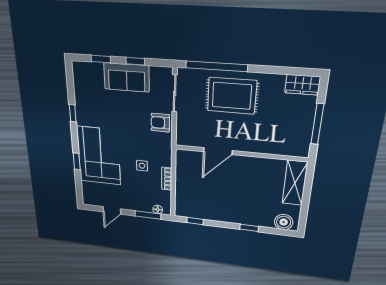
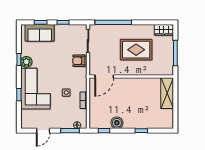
sofa: (126, 77) -> (40, 33), moved
rug: (232, 96) -> (136, 50), moved
plant: (84, 117) -> (26, 62), added
door: (218, 151) -> (104, 77), moved
boiler: (284, 222) -> (117, 123), moved

